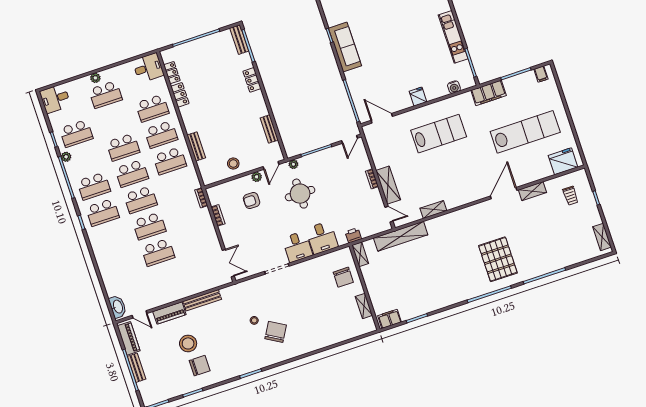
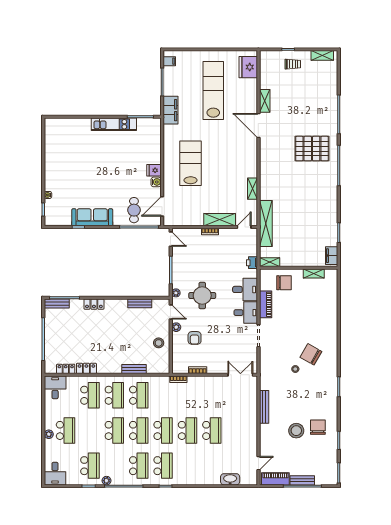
water cooler: (454, 87) -> (156, 182), moved
cafe table: (368, 89) -> (134, 210), added
trolley: (571, 196) -> (293, 64), moved
washbasin: (118, 307) -> (230, 479), moved
piano: (169, 313) -> (266, 304), moved

